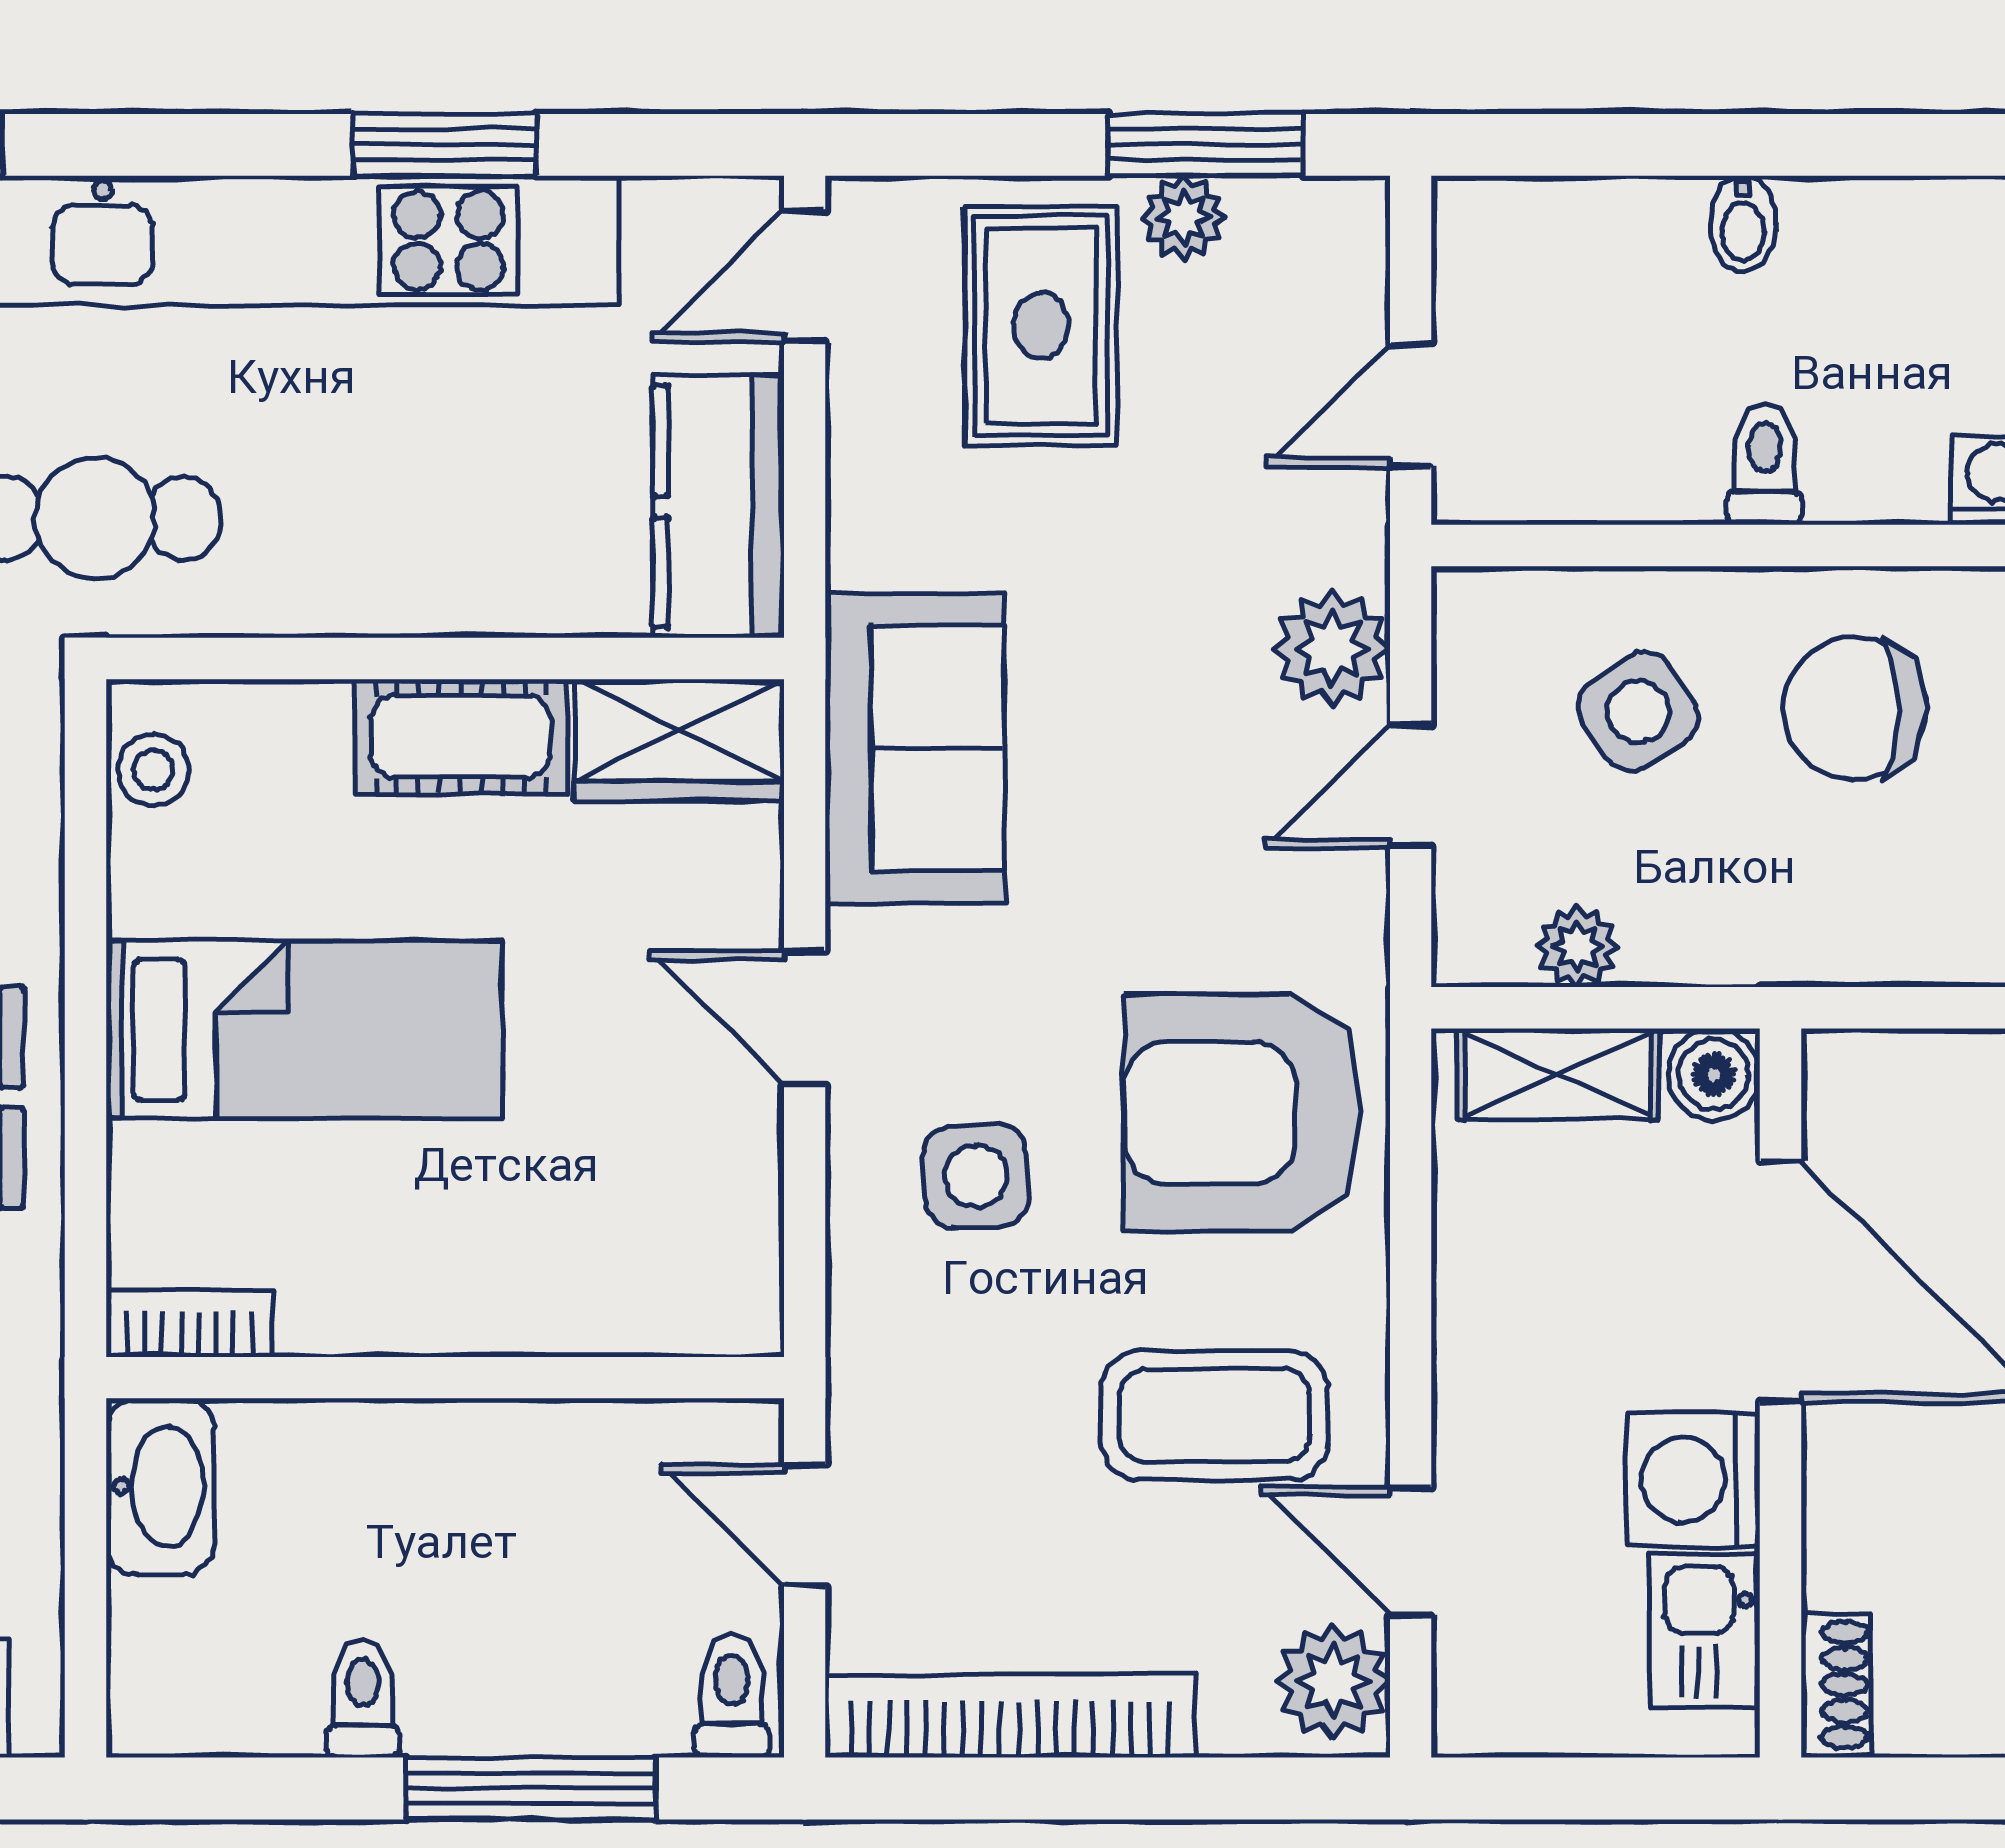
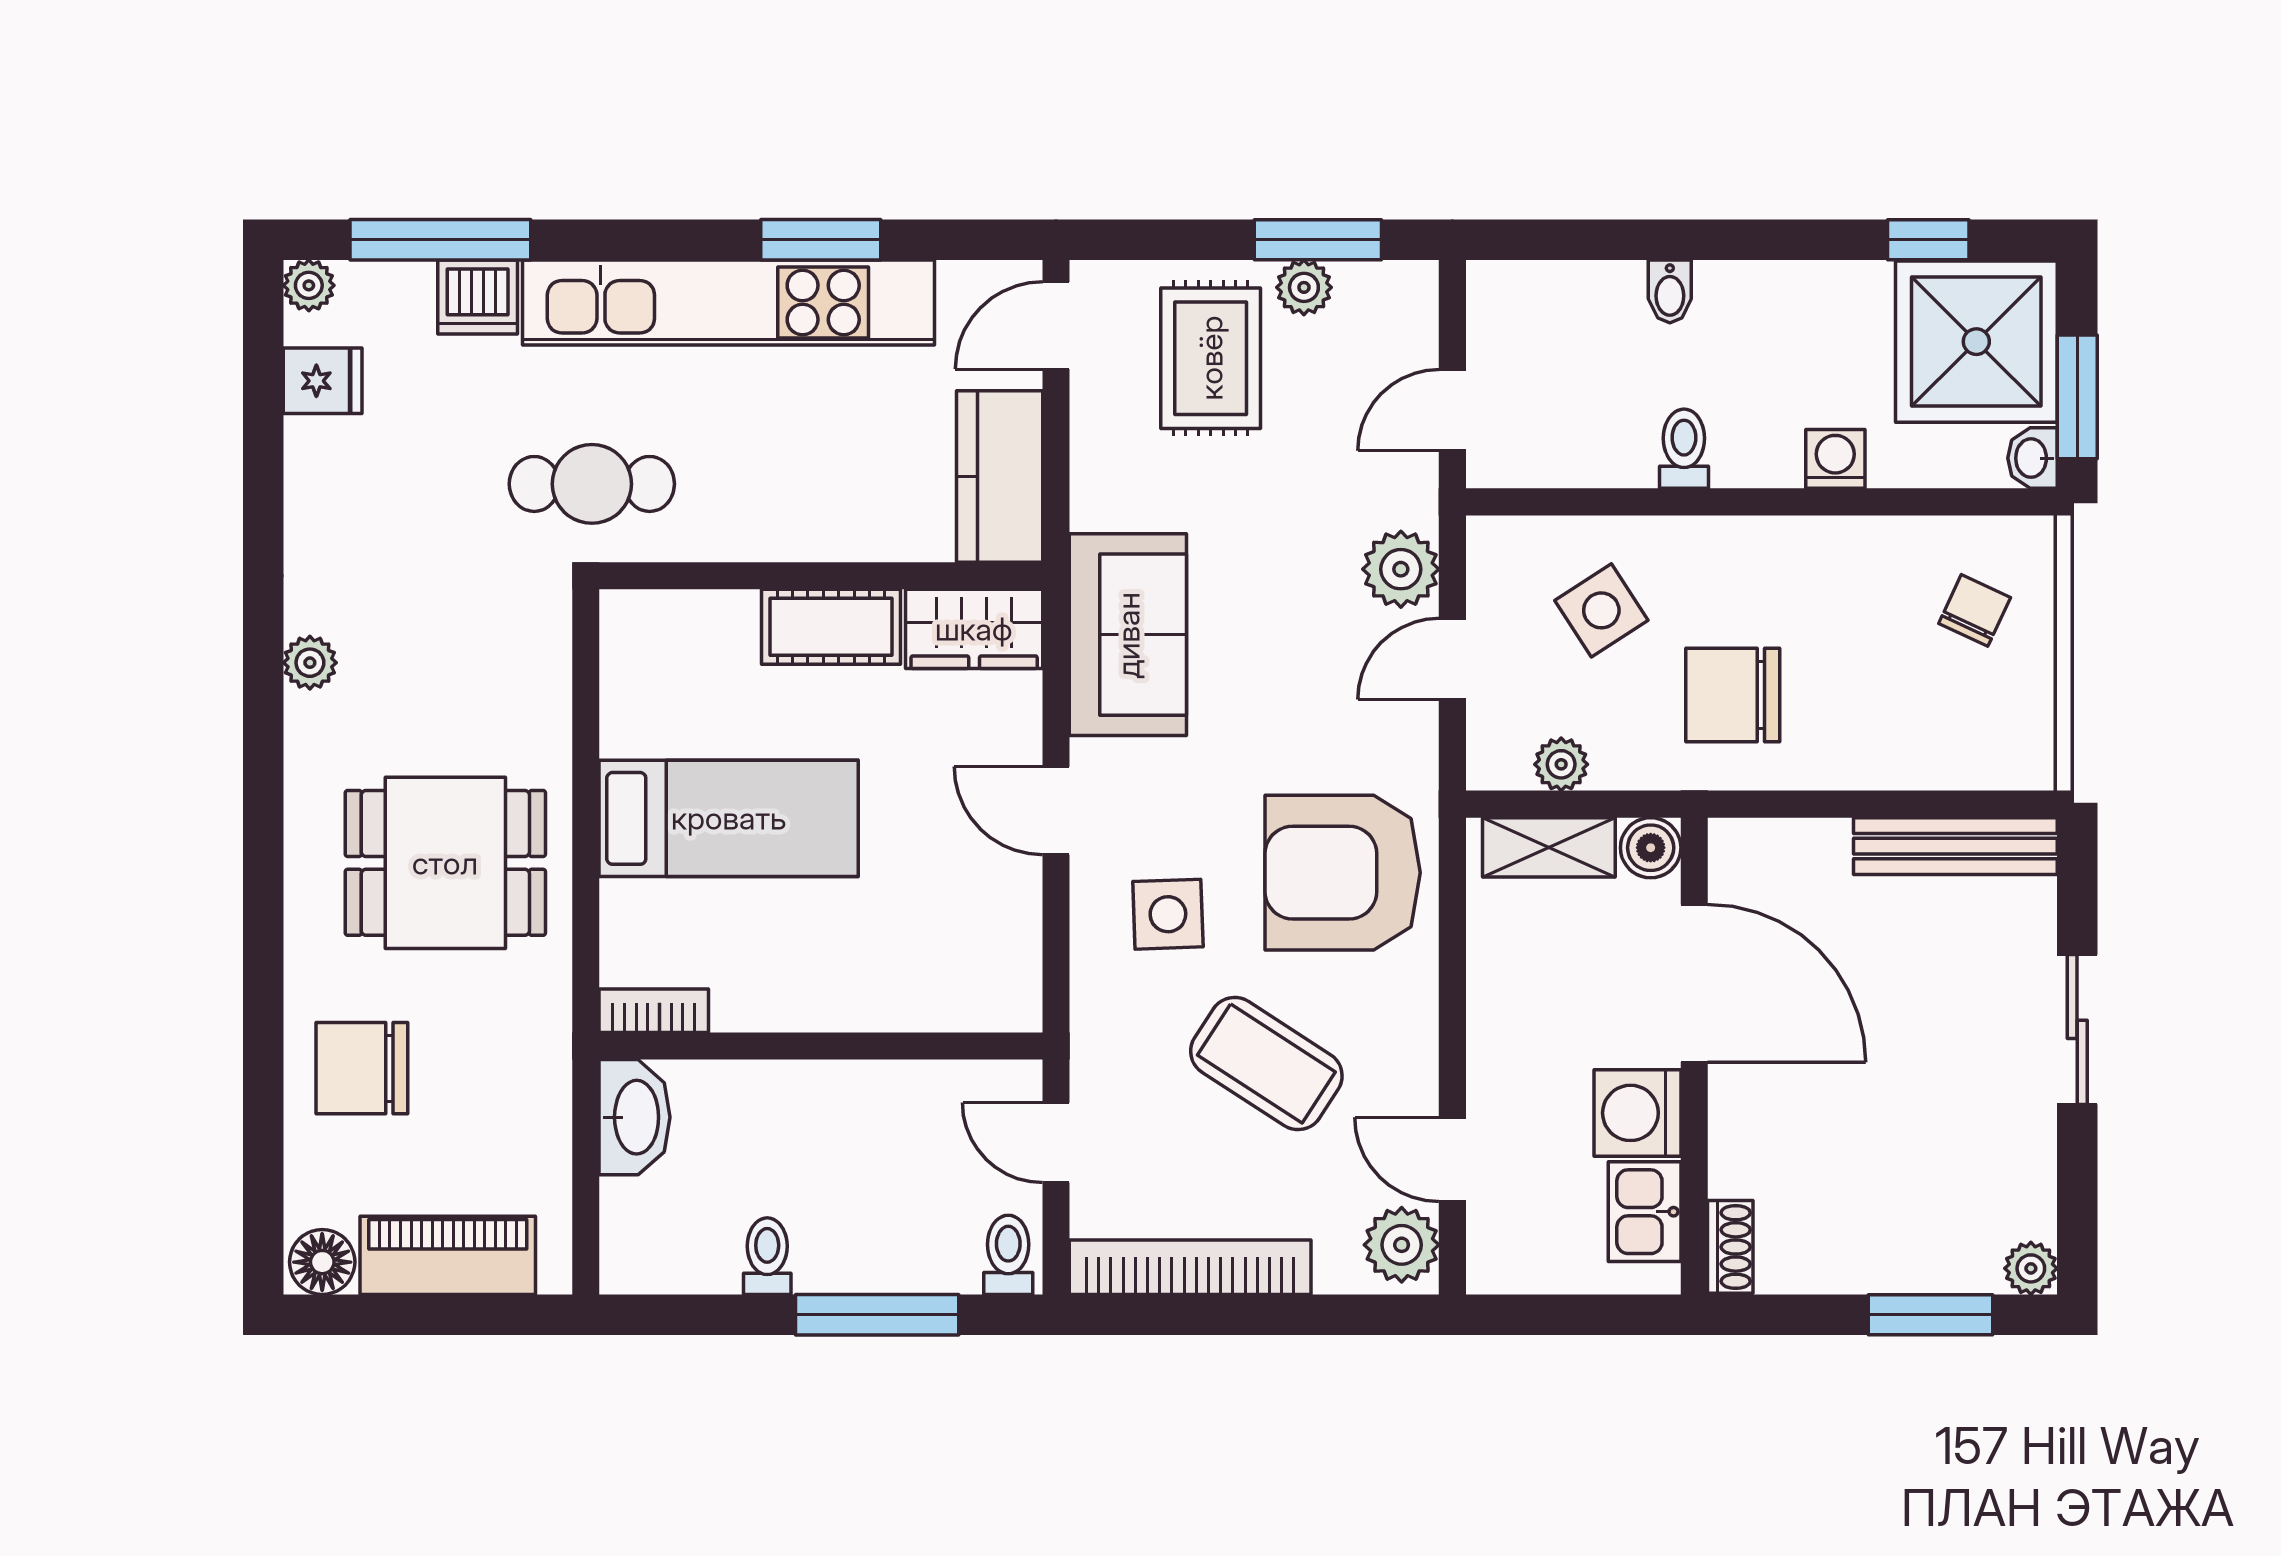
chair: (1854, 709) -> (1733, 695), moved
stool: (153, 770) -> (630, 649), removed
coffee table: (1214, 1415) -> (1266, 1064), moved, turned 33

